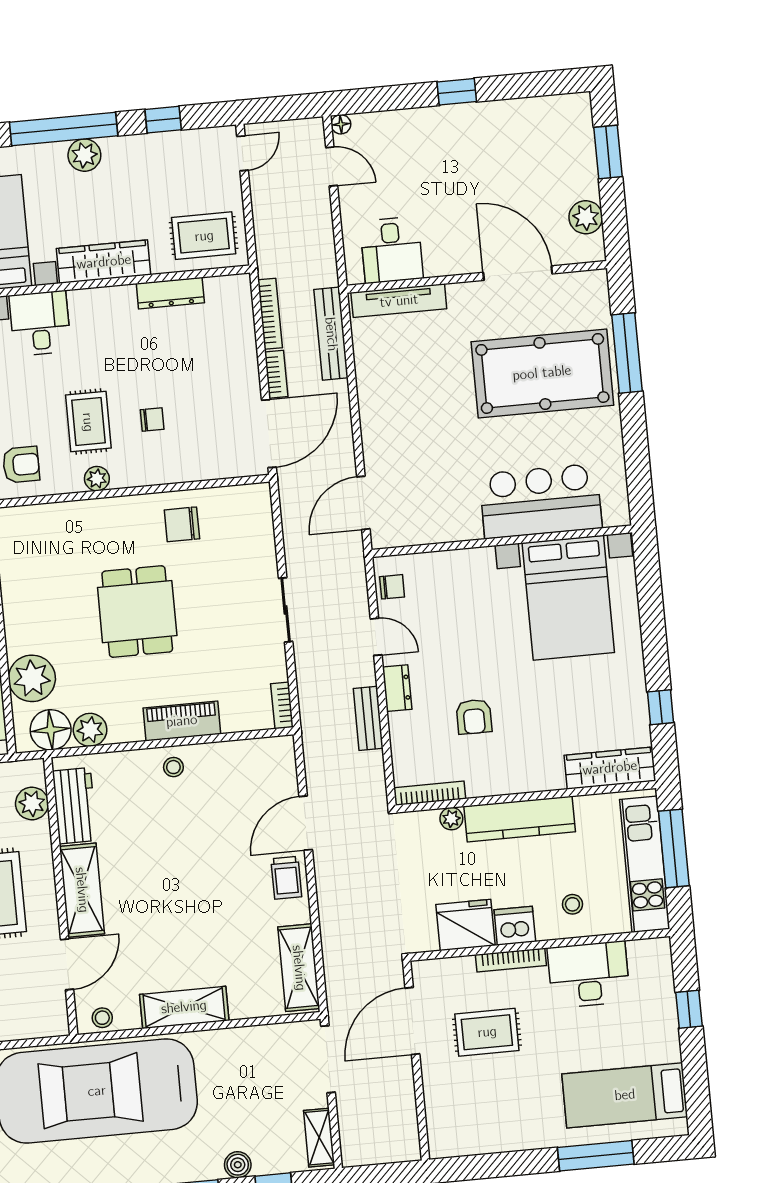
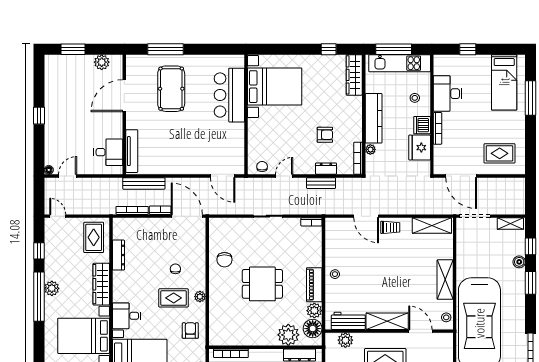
pool table: (542, 373) -> (171, 89), width x0.73, depth x0.76
dresser: (397, 688) -> (326, 169), moved
piano: (182, 721) -> (314, 285), moved
rug: (487, 1032) -> (500, 153), moved, turned 90

